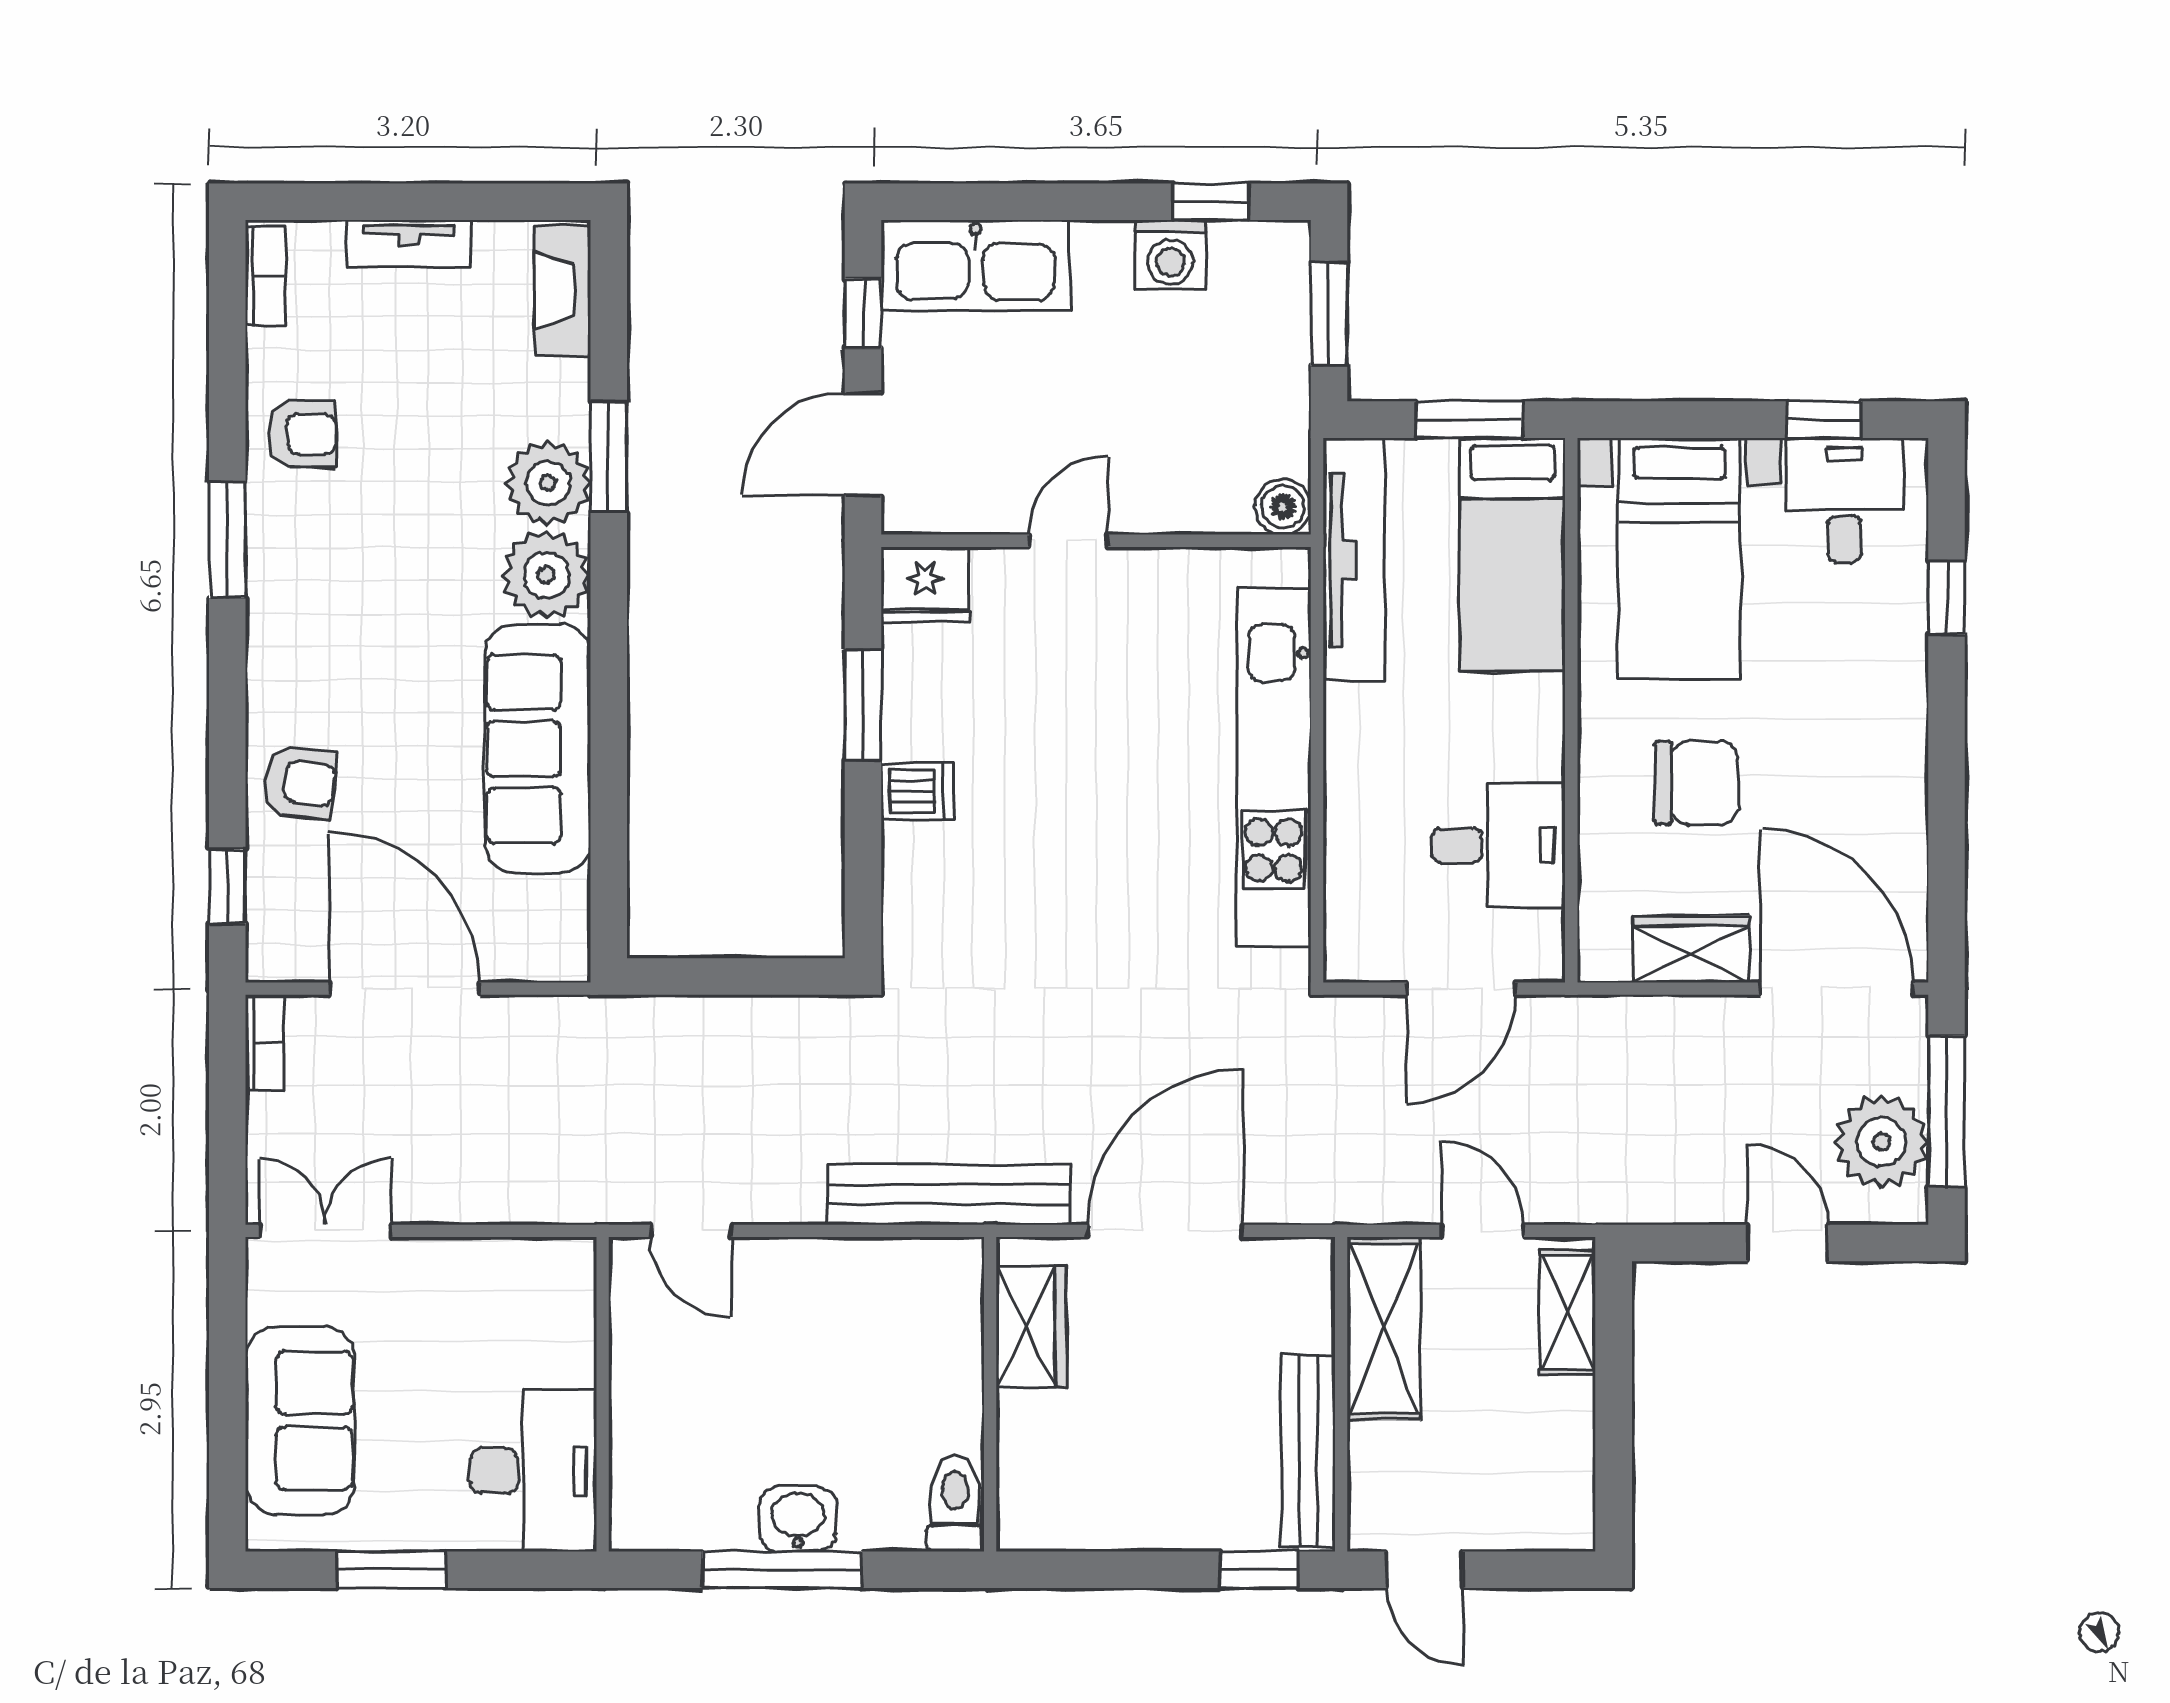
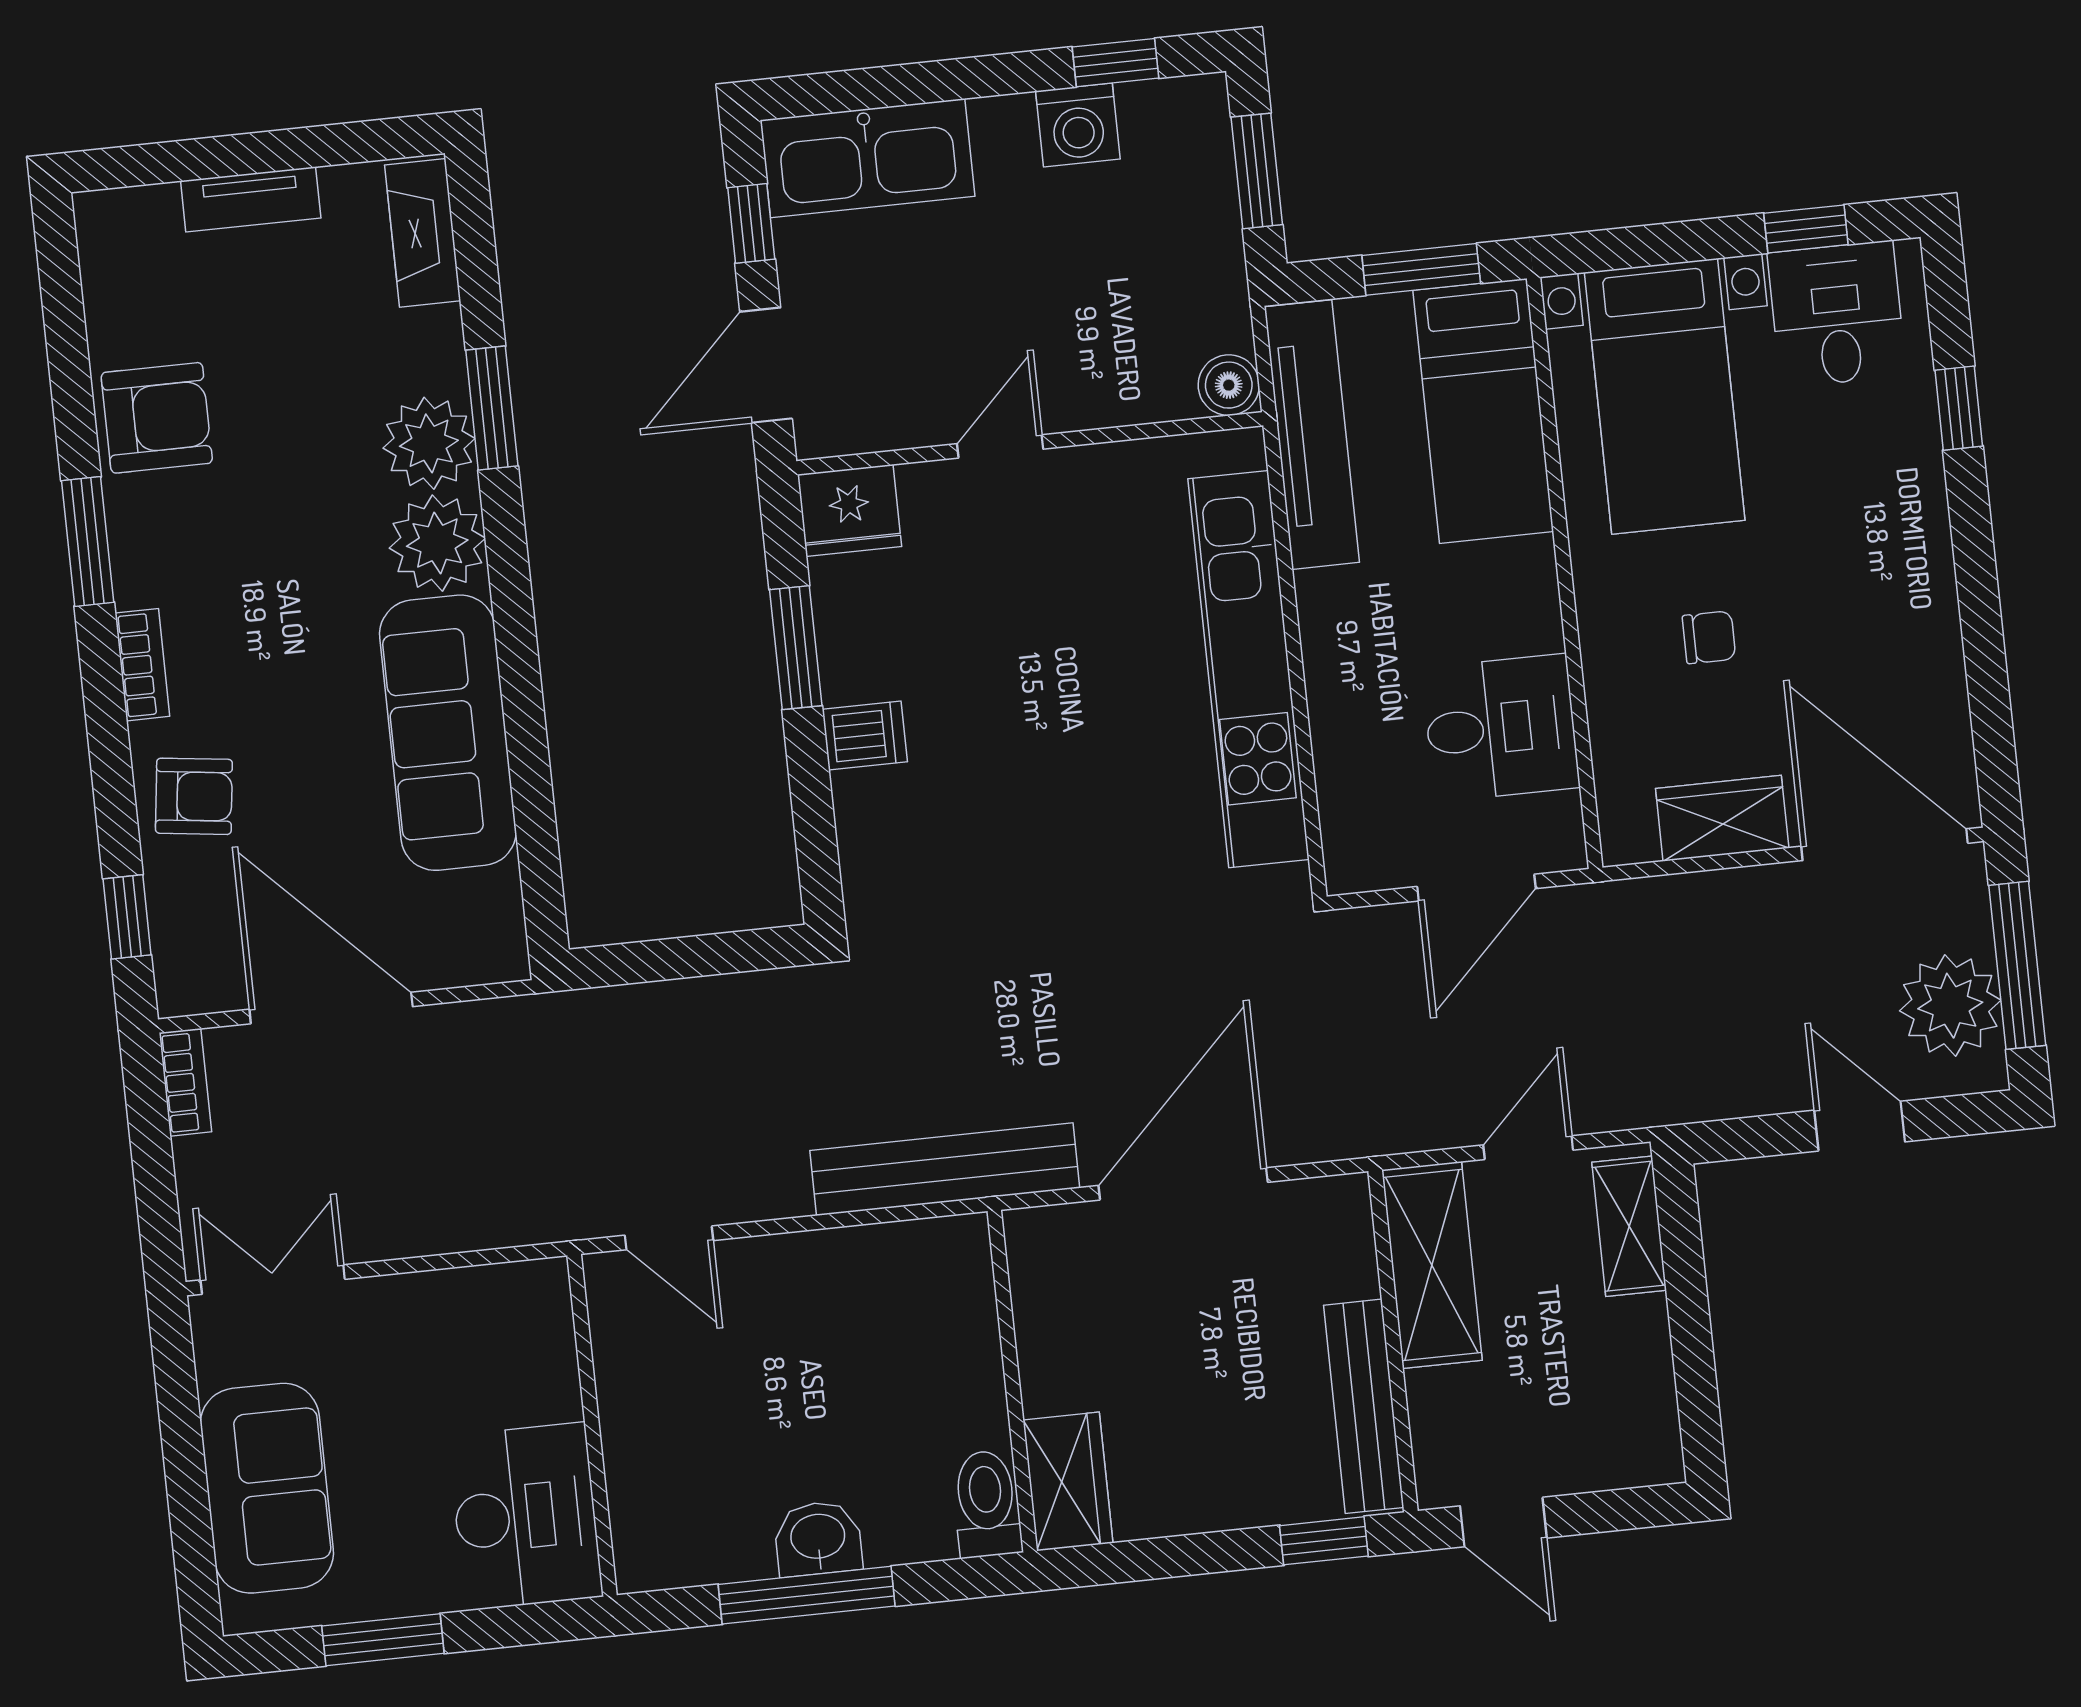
bookcase: (265, 276) -> (142, 665), moved
armchair: (302, 434) -> (157, 418), width x1.38, depth x1.38
chair: (1697, 783) -> (1709, 637), width x0.54, depth x0.54
door: (1483, 1231) -> (1528, 1148), hinge flipped
wardrobe: (1031, 1326) -> (1068, 1481), moved

